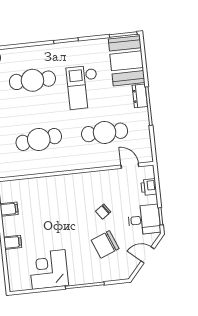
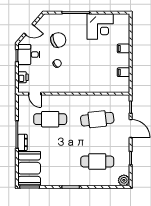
checkout: (83, 87) -> (62, 153), removed

